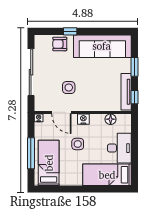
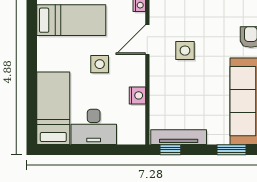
window: (134, 67) -> (231, 150), moved
nightstand: (83, 119) -> (137, 95), moved
floor lamp: (111, 119) -> (137, 114), removed

